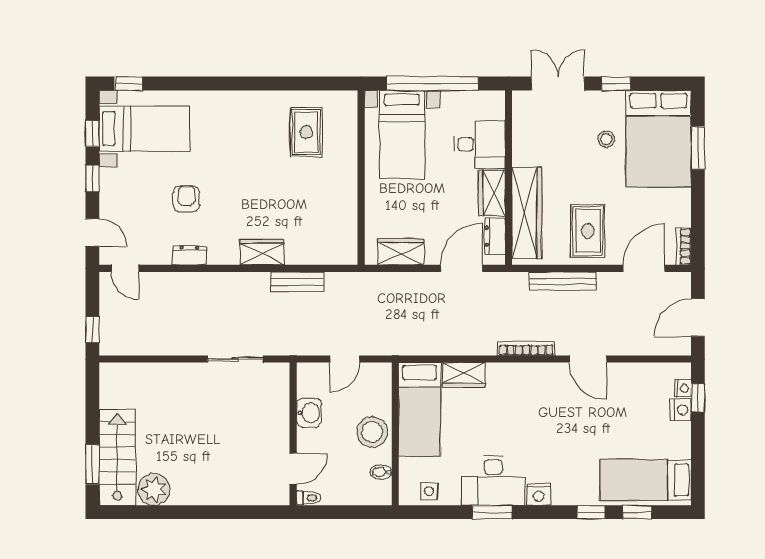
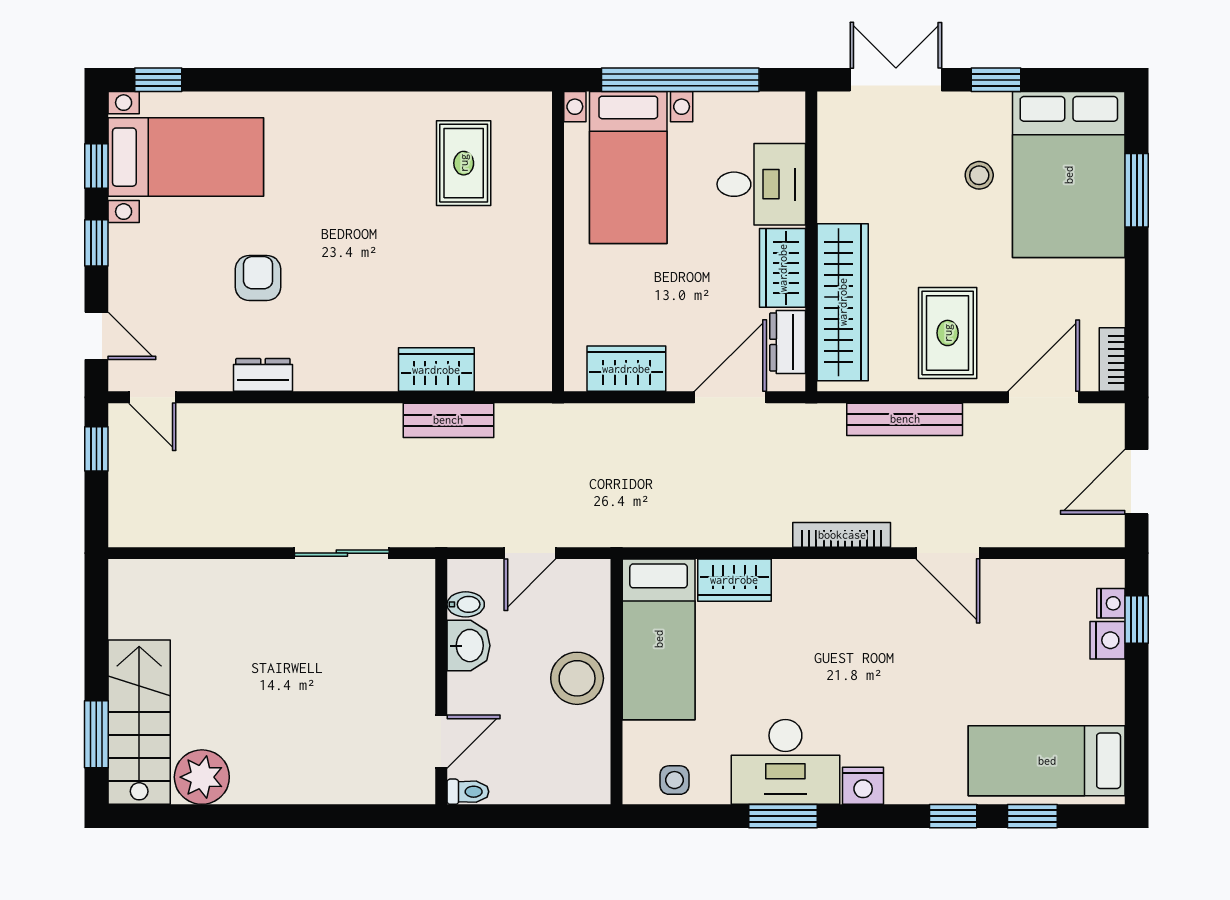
wardrobe: (262, 252) -> (436, 370), moved
window: (92, 330) -> (96, 449), moved
bidet: (381, 472) -> (466, 604), moved, turned 180

